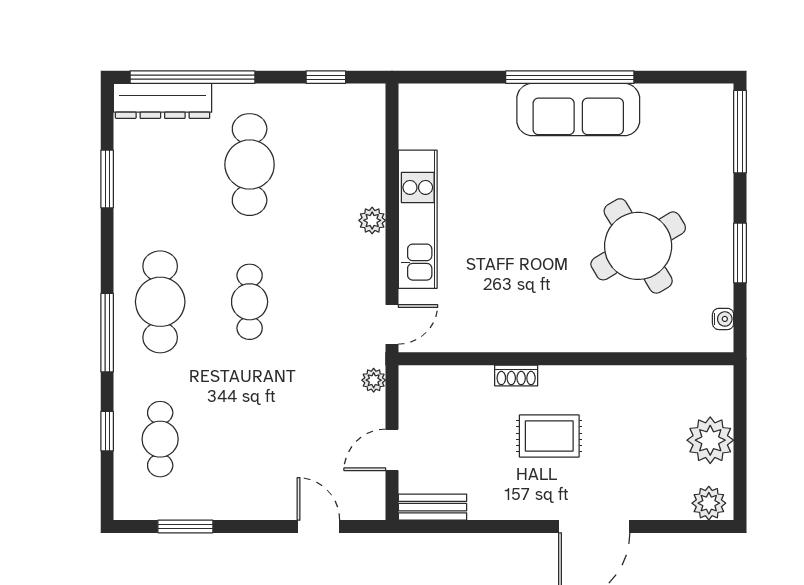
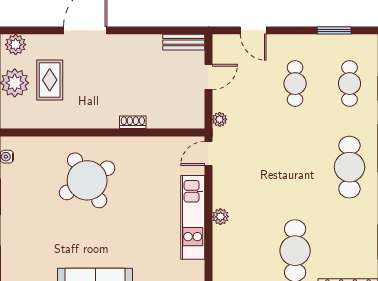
round table: (638, 246) -> (87, 180), moved
cafe table: (250, 302) -> (295, 84), moved
rug: (549, 436) -> (50, 80), moved, turned 90

